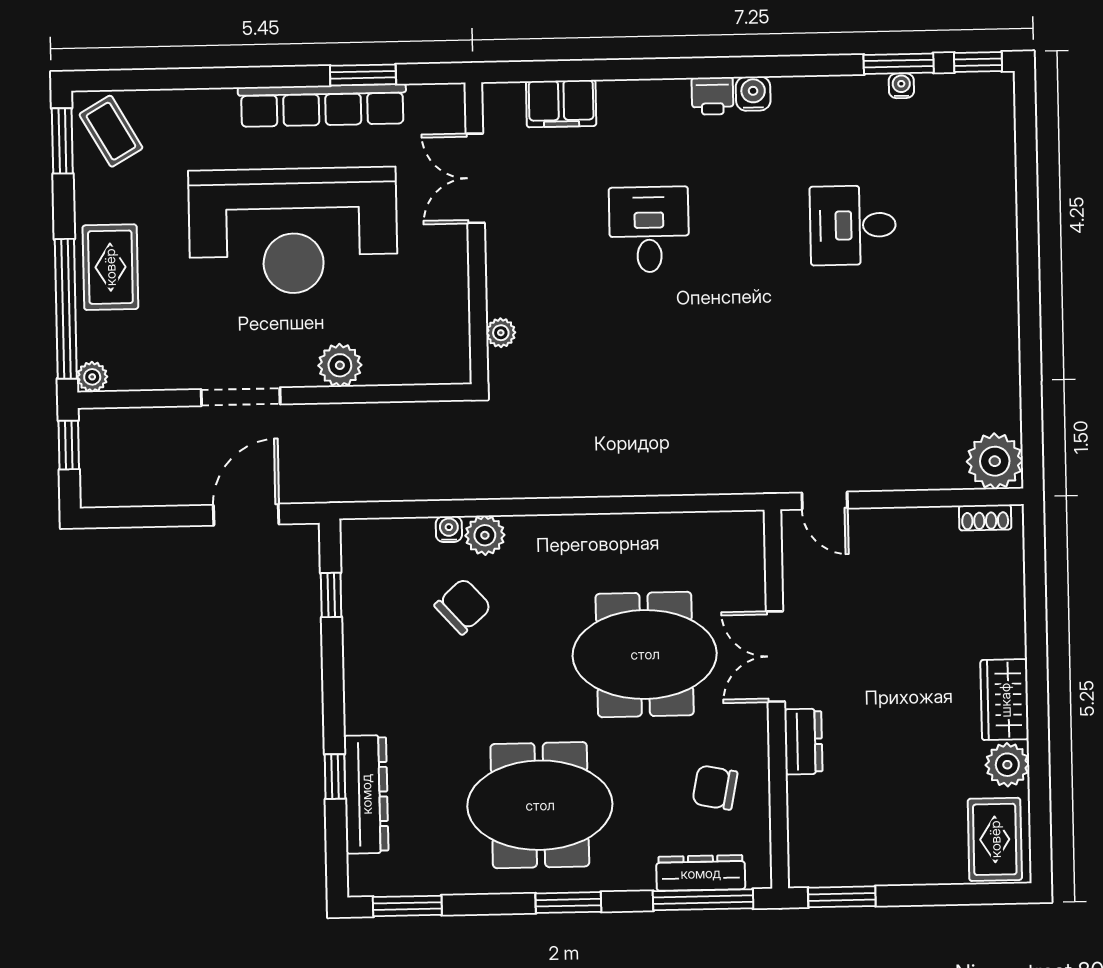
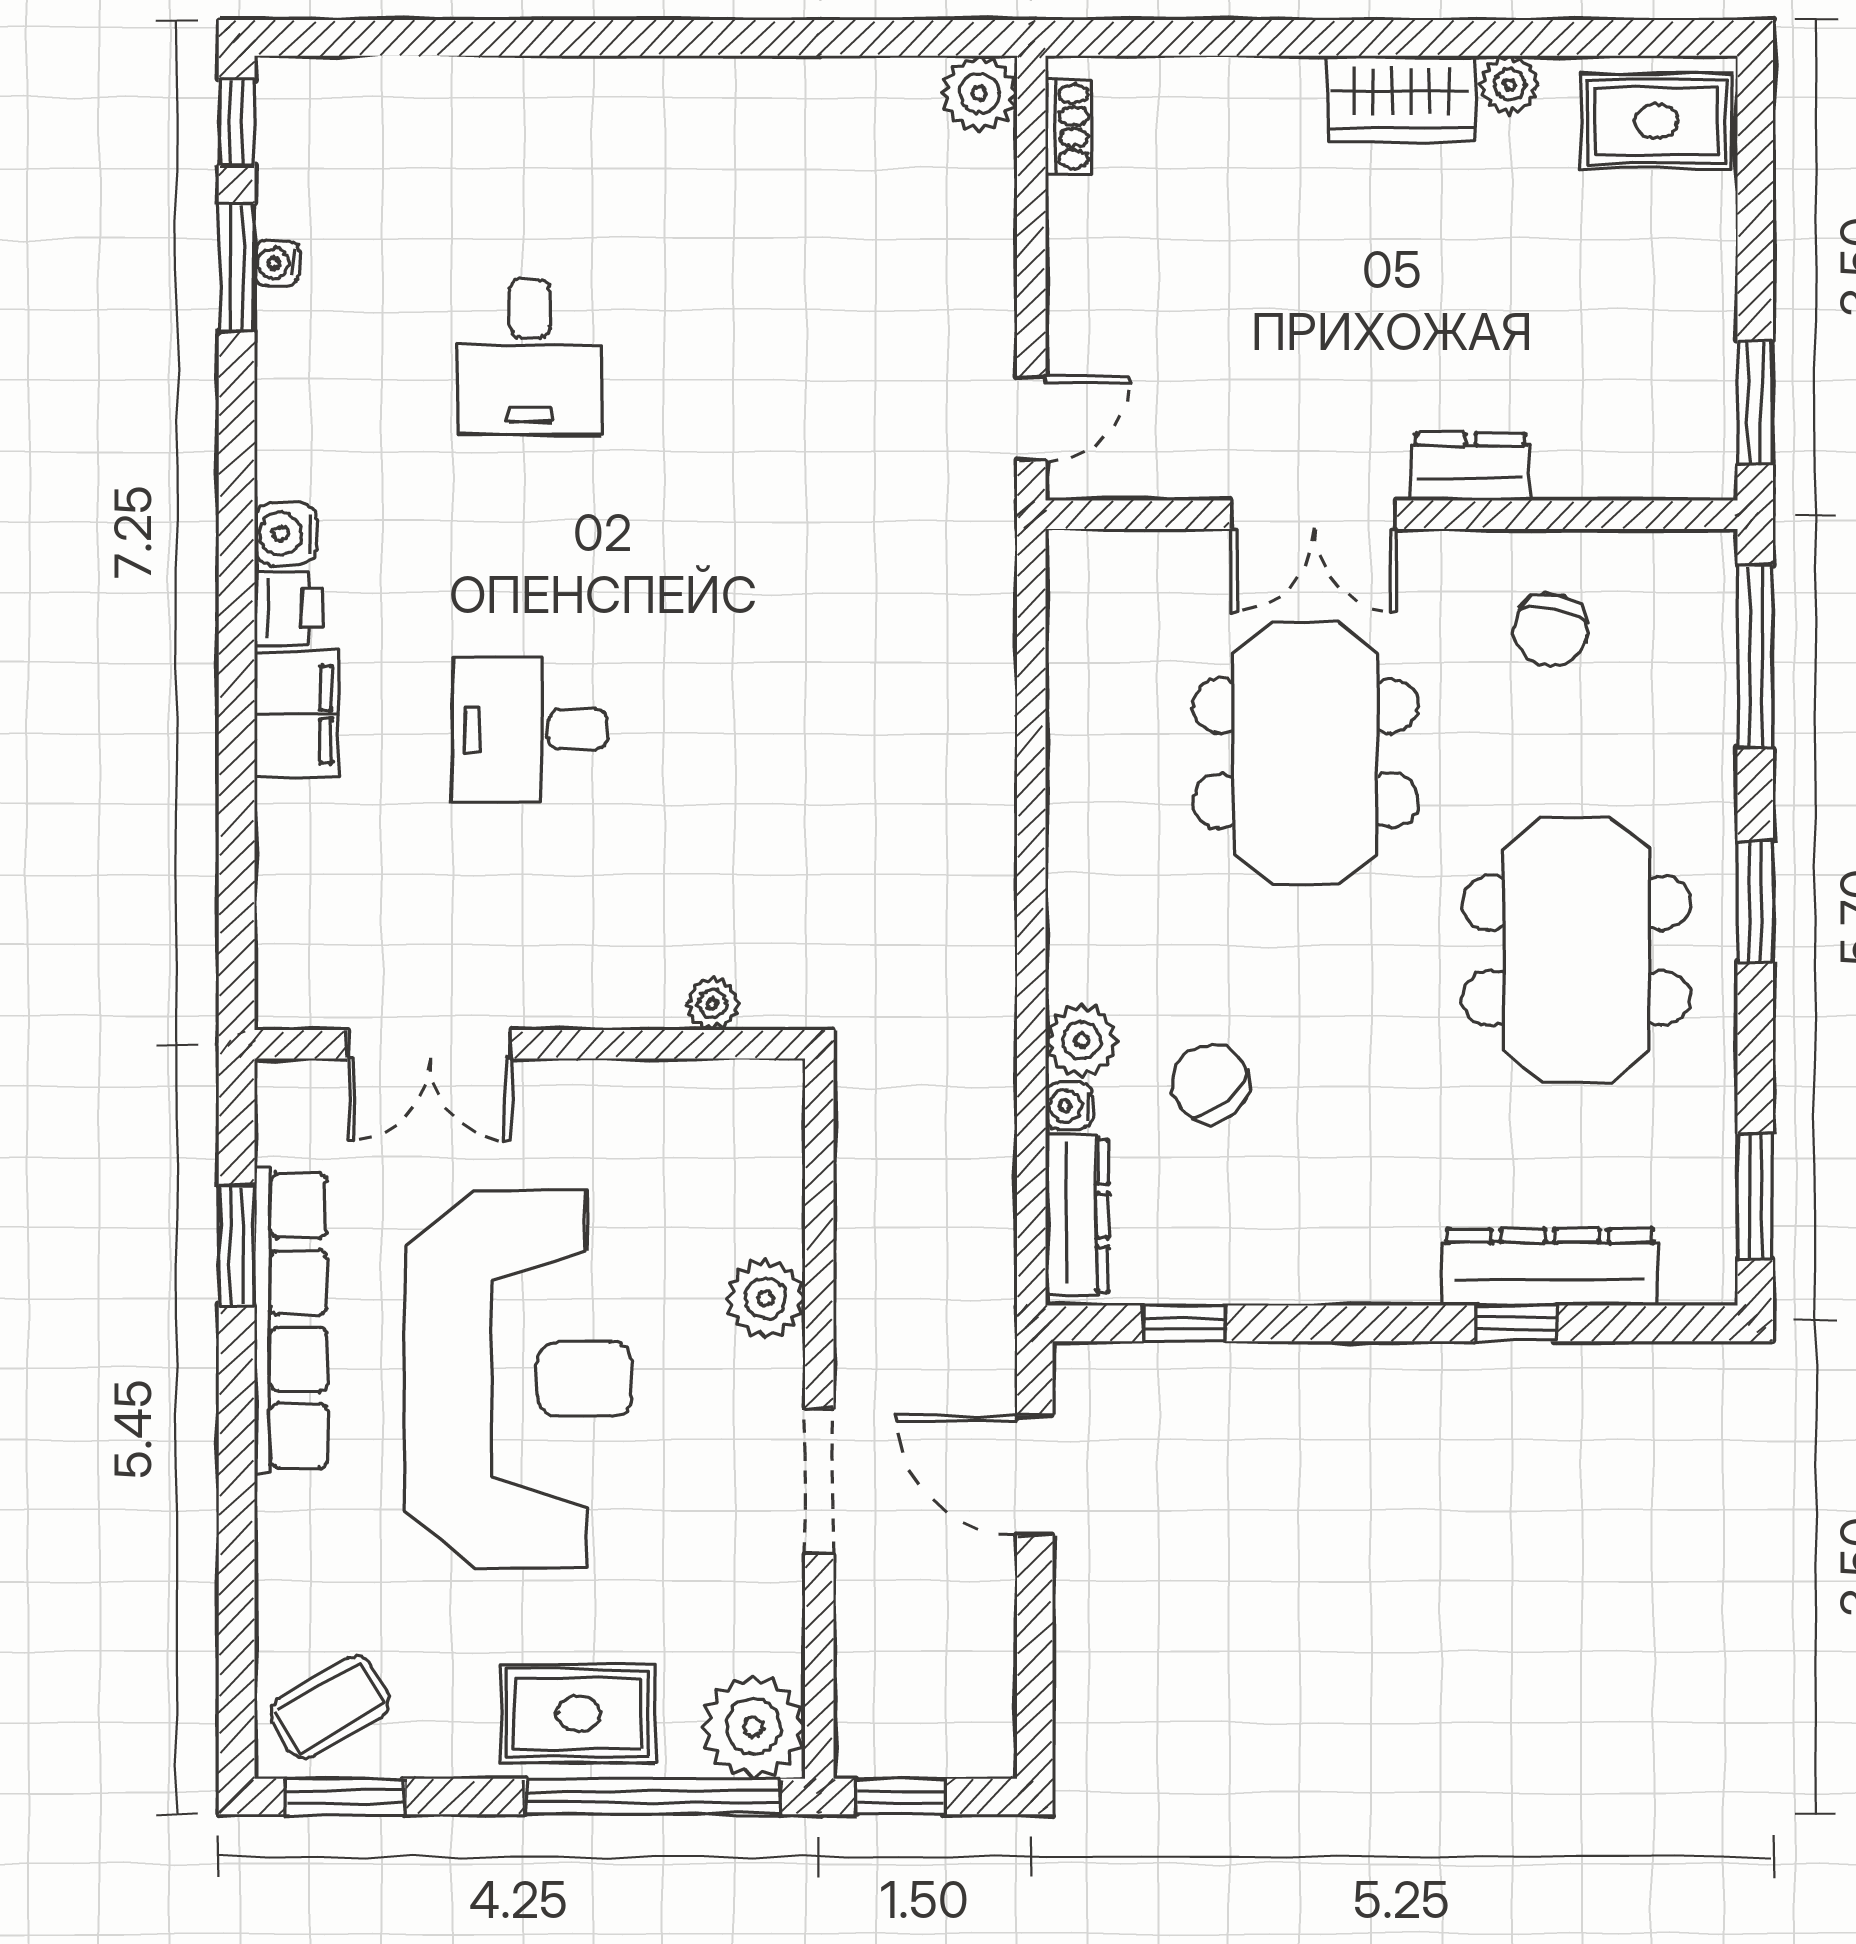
filing cabinet: (561, 104) -> (297, 714), moved
plant: (92, 377) -> (753, 1727), width x1.88, depth x1.88
plant: (995, 461) -> (979, 93), width x0.73, depth x0.73
plant: (1007, 765) -> (1509, 85), width x0.73, depth x0.73
dresser: (701, 873) -> (1077, 1216), moved, turned 180

